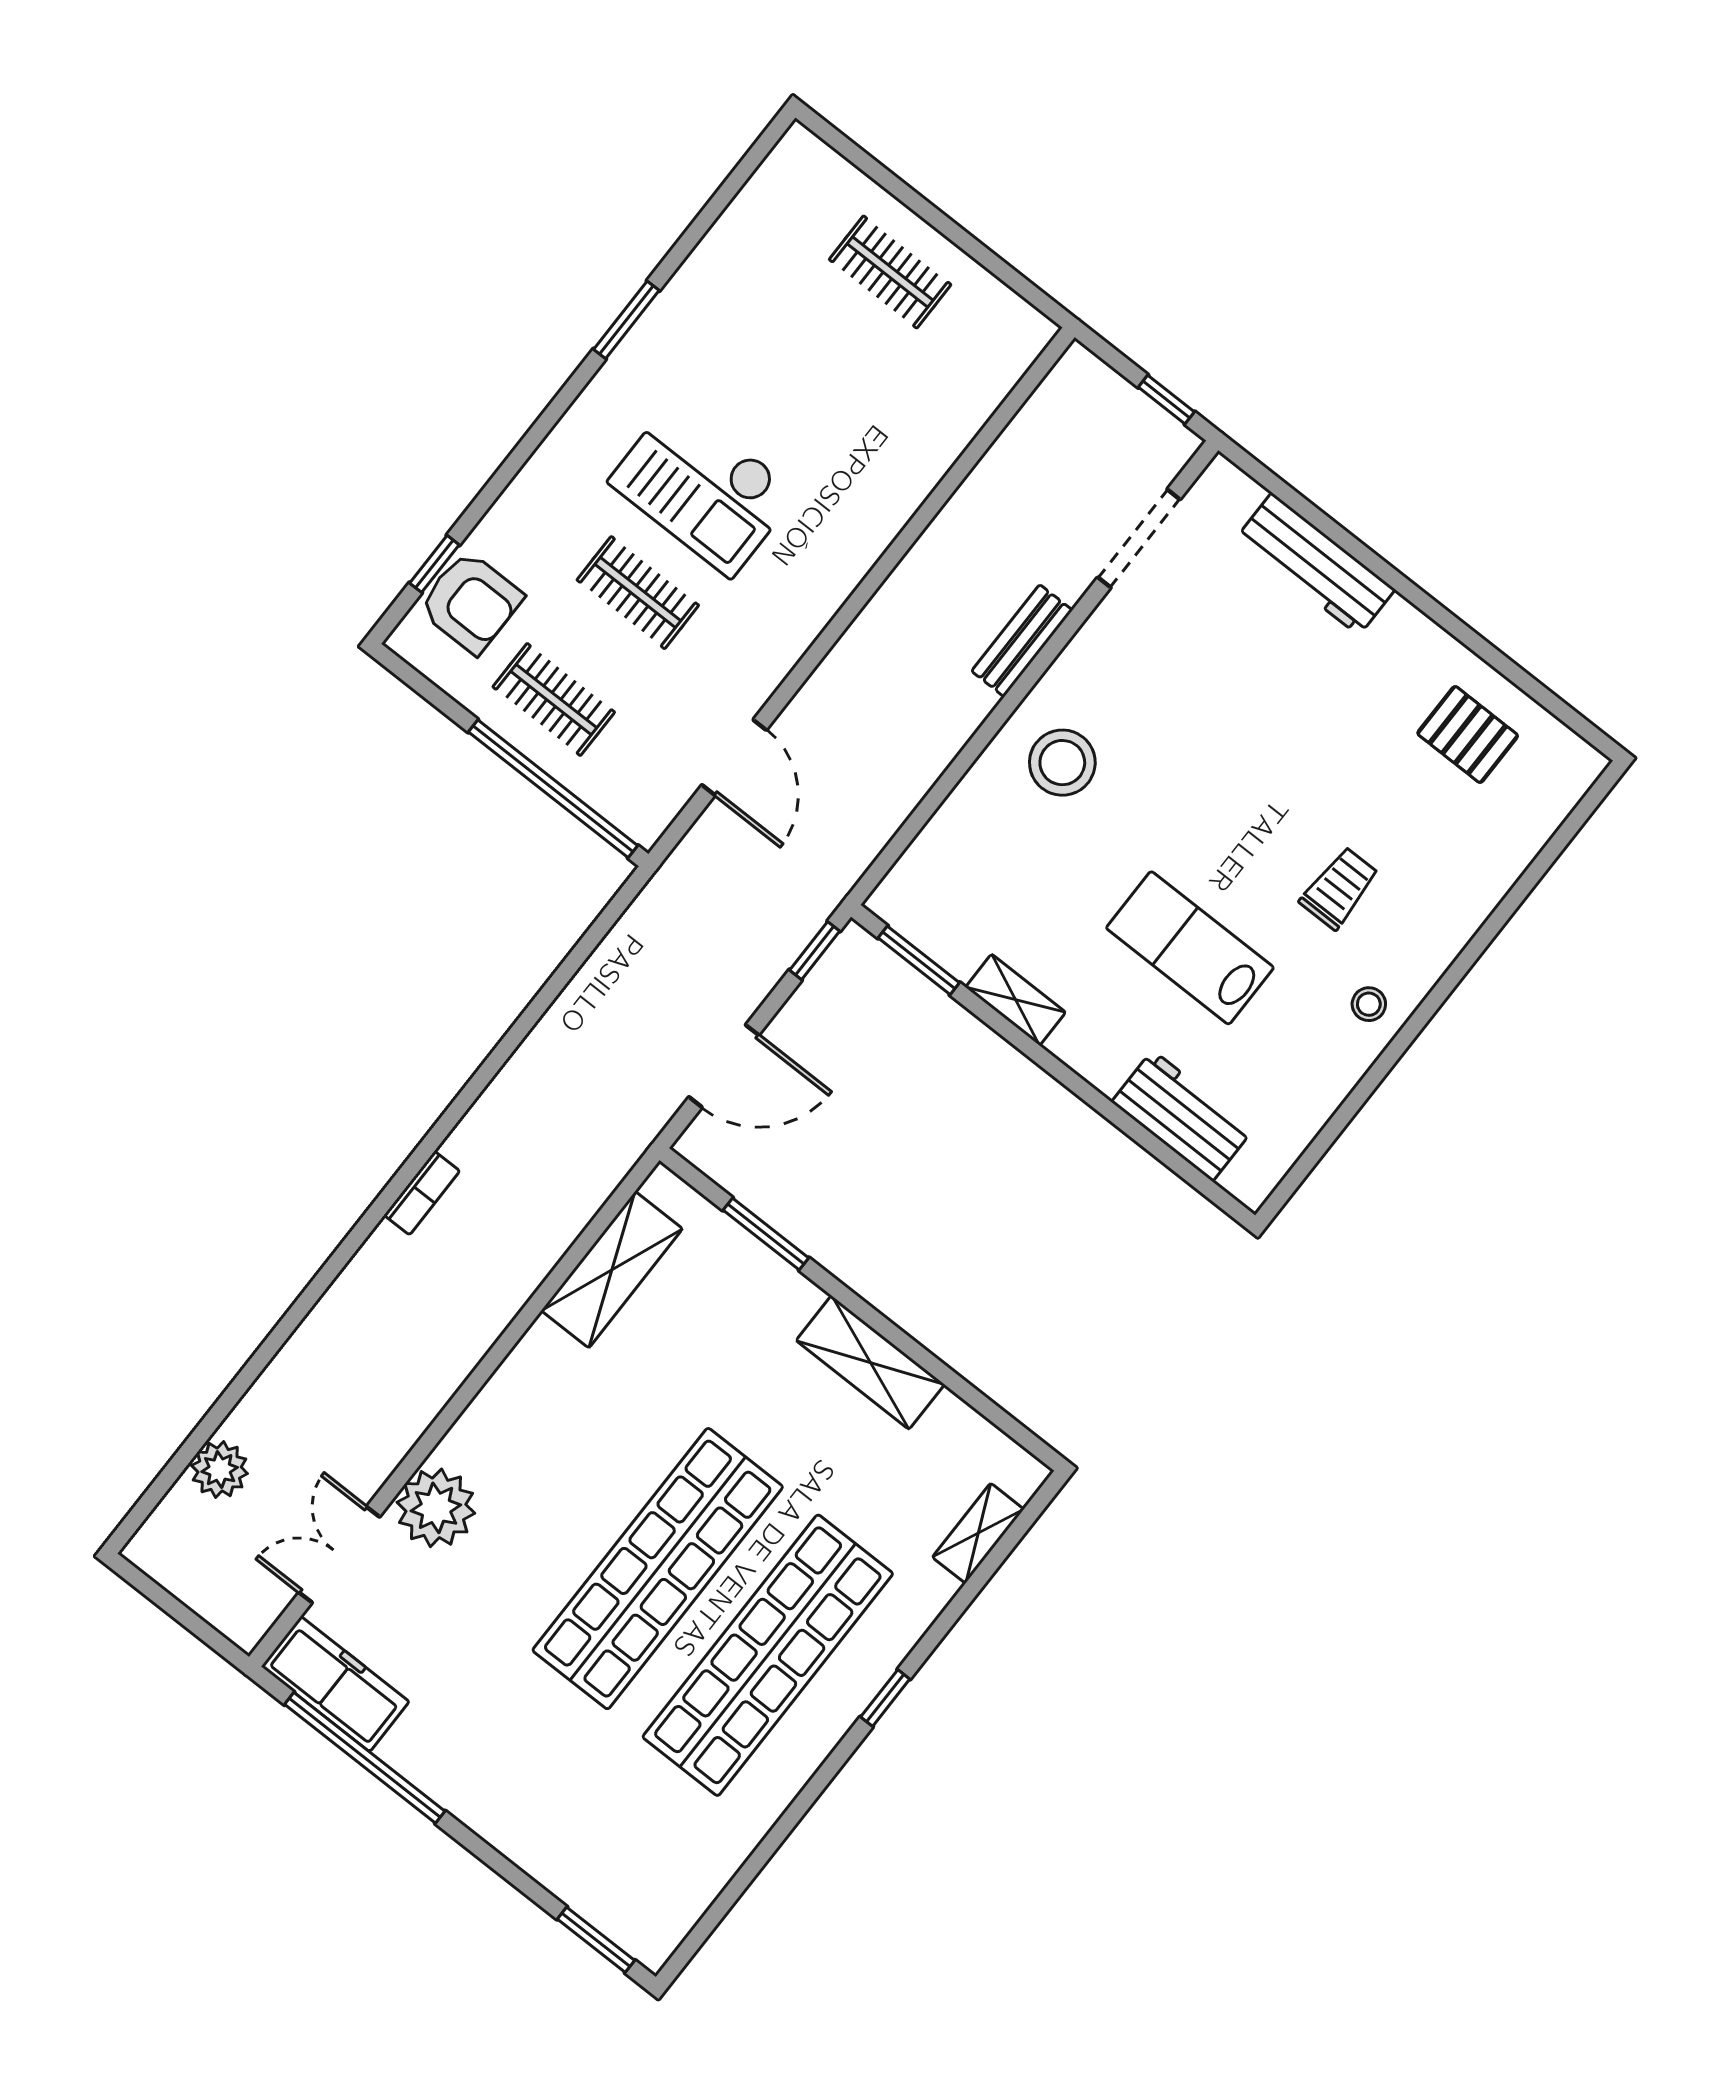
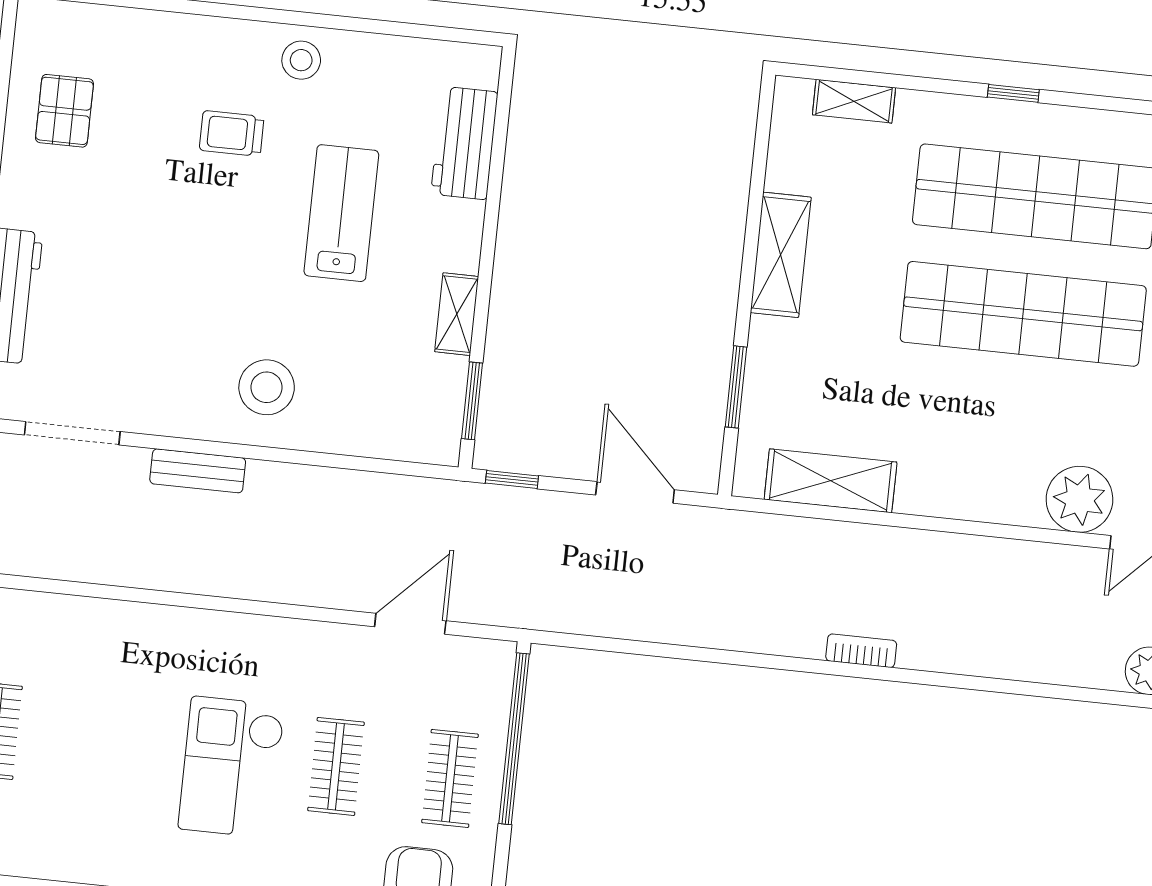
checkout: (703, 487) -> (232, 767), turned 180
lab bench: (1190, 948) -> (341, 213), turned 180
stool: (1369, 1004) -> (301, 60), width x1.37, depth x1.37

